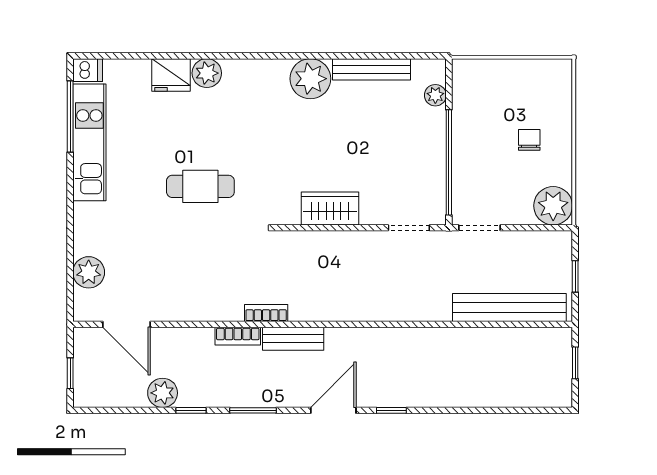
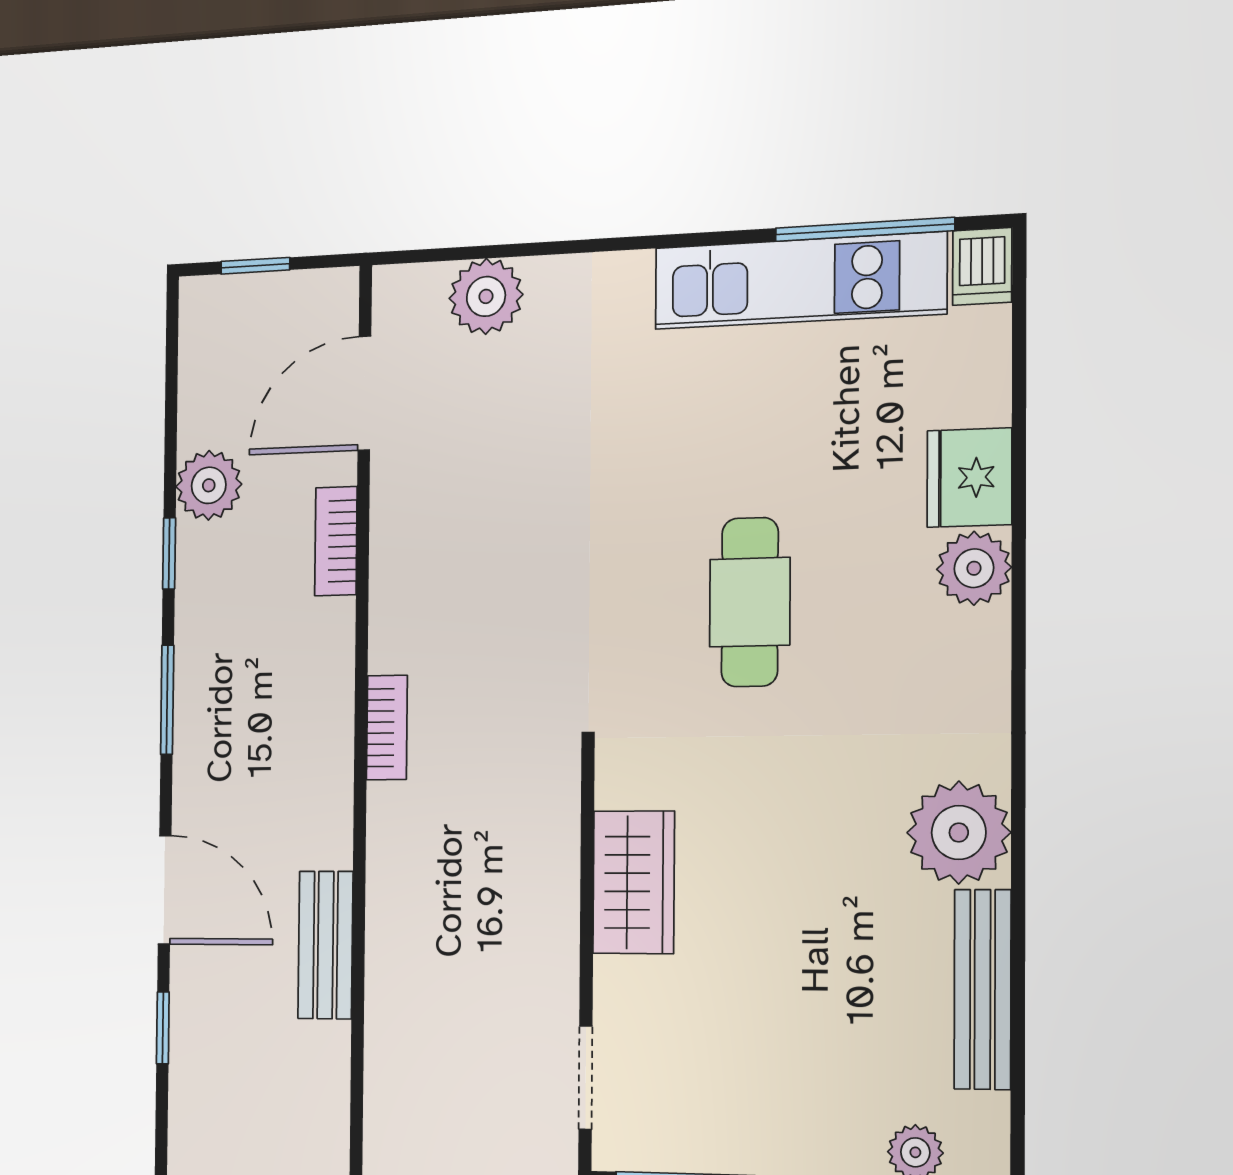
cafe table: (200, 186) -> (750, 602), moved
bookcase: (238, 336) -> (336, 541), moved
bench: (293, 339) -> (325, 945), moved

